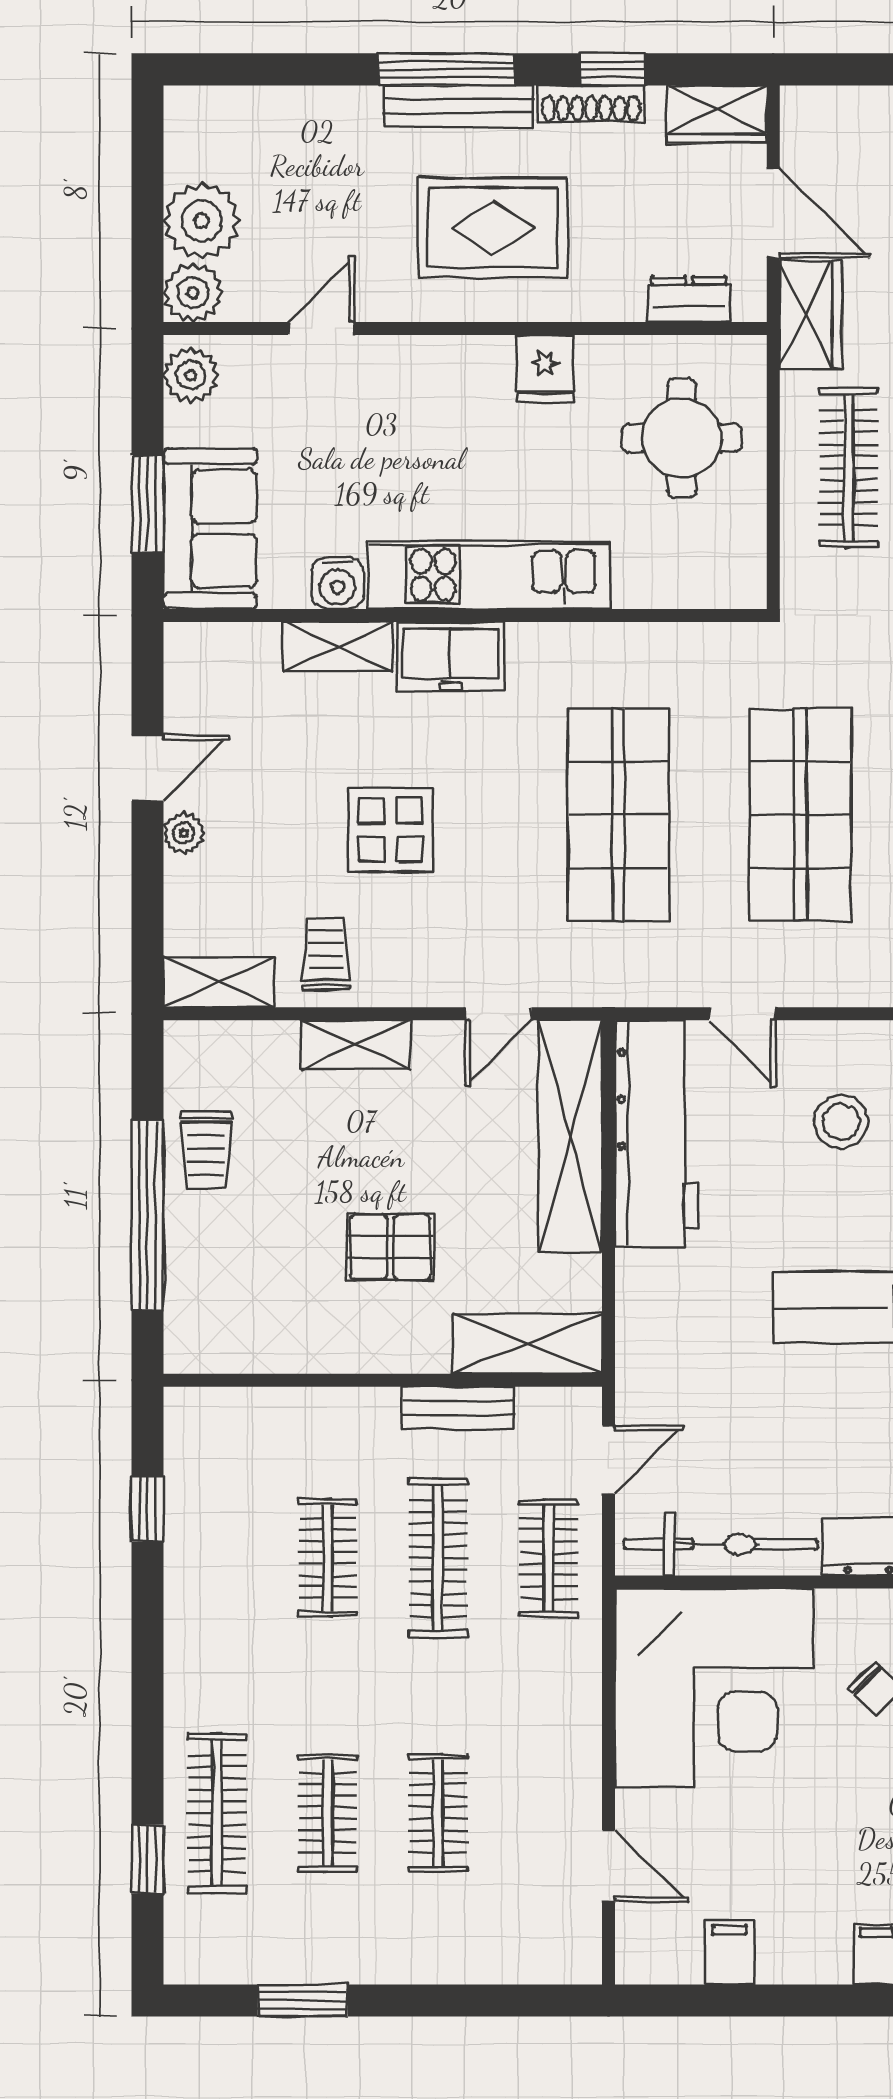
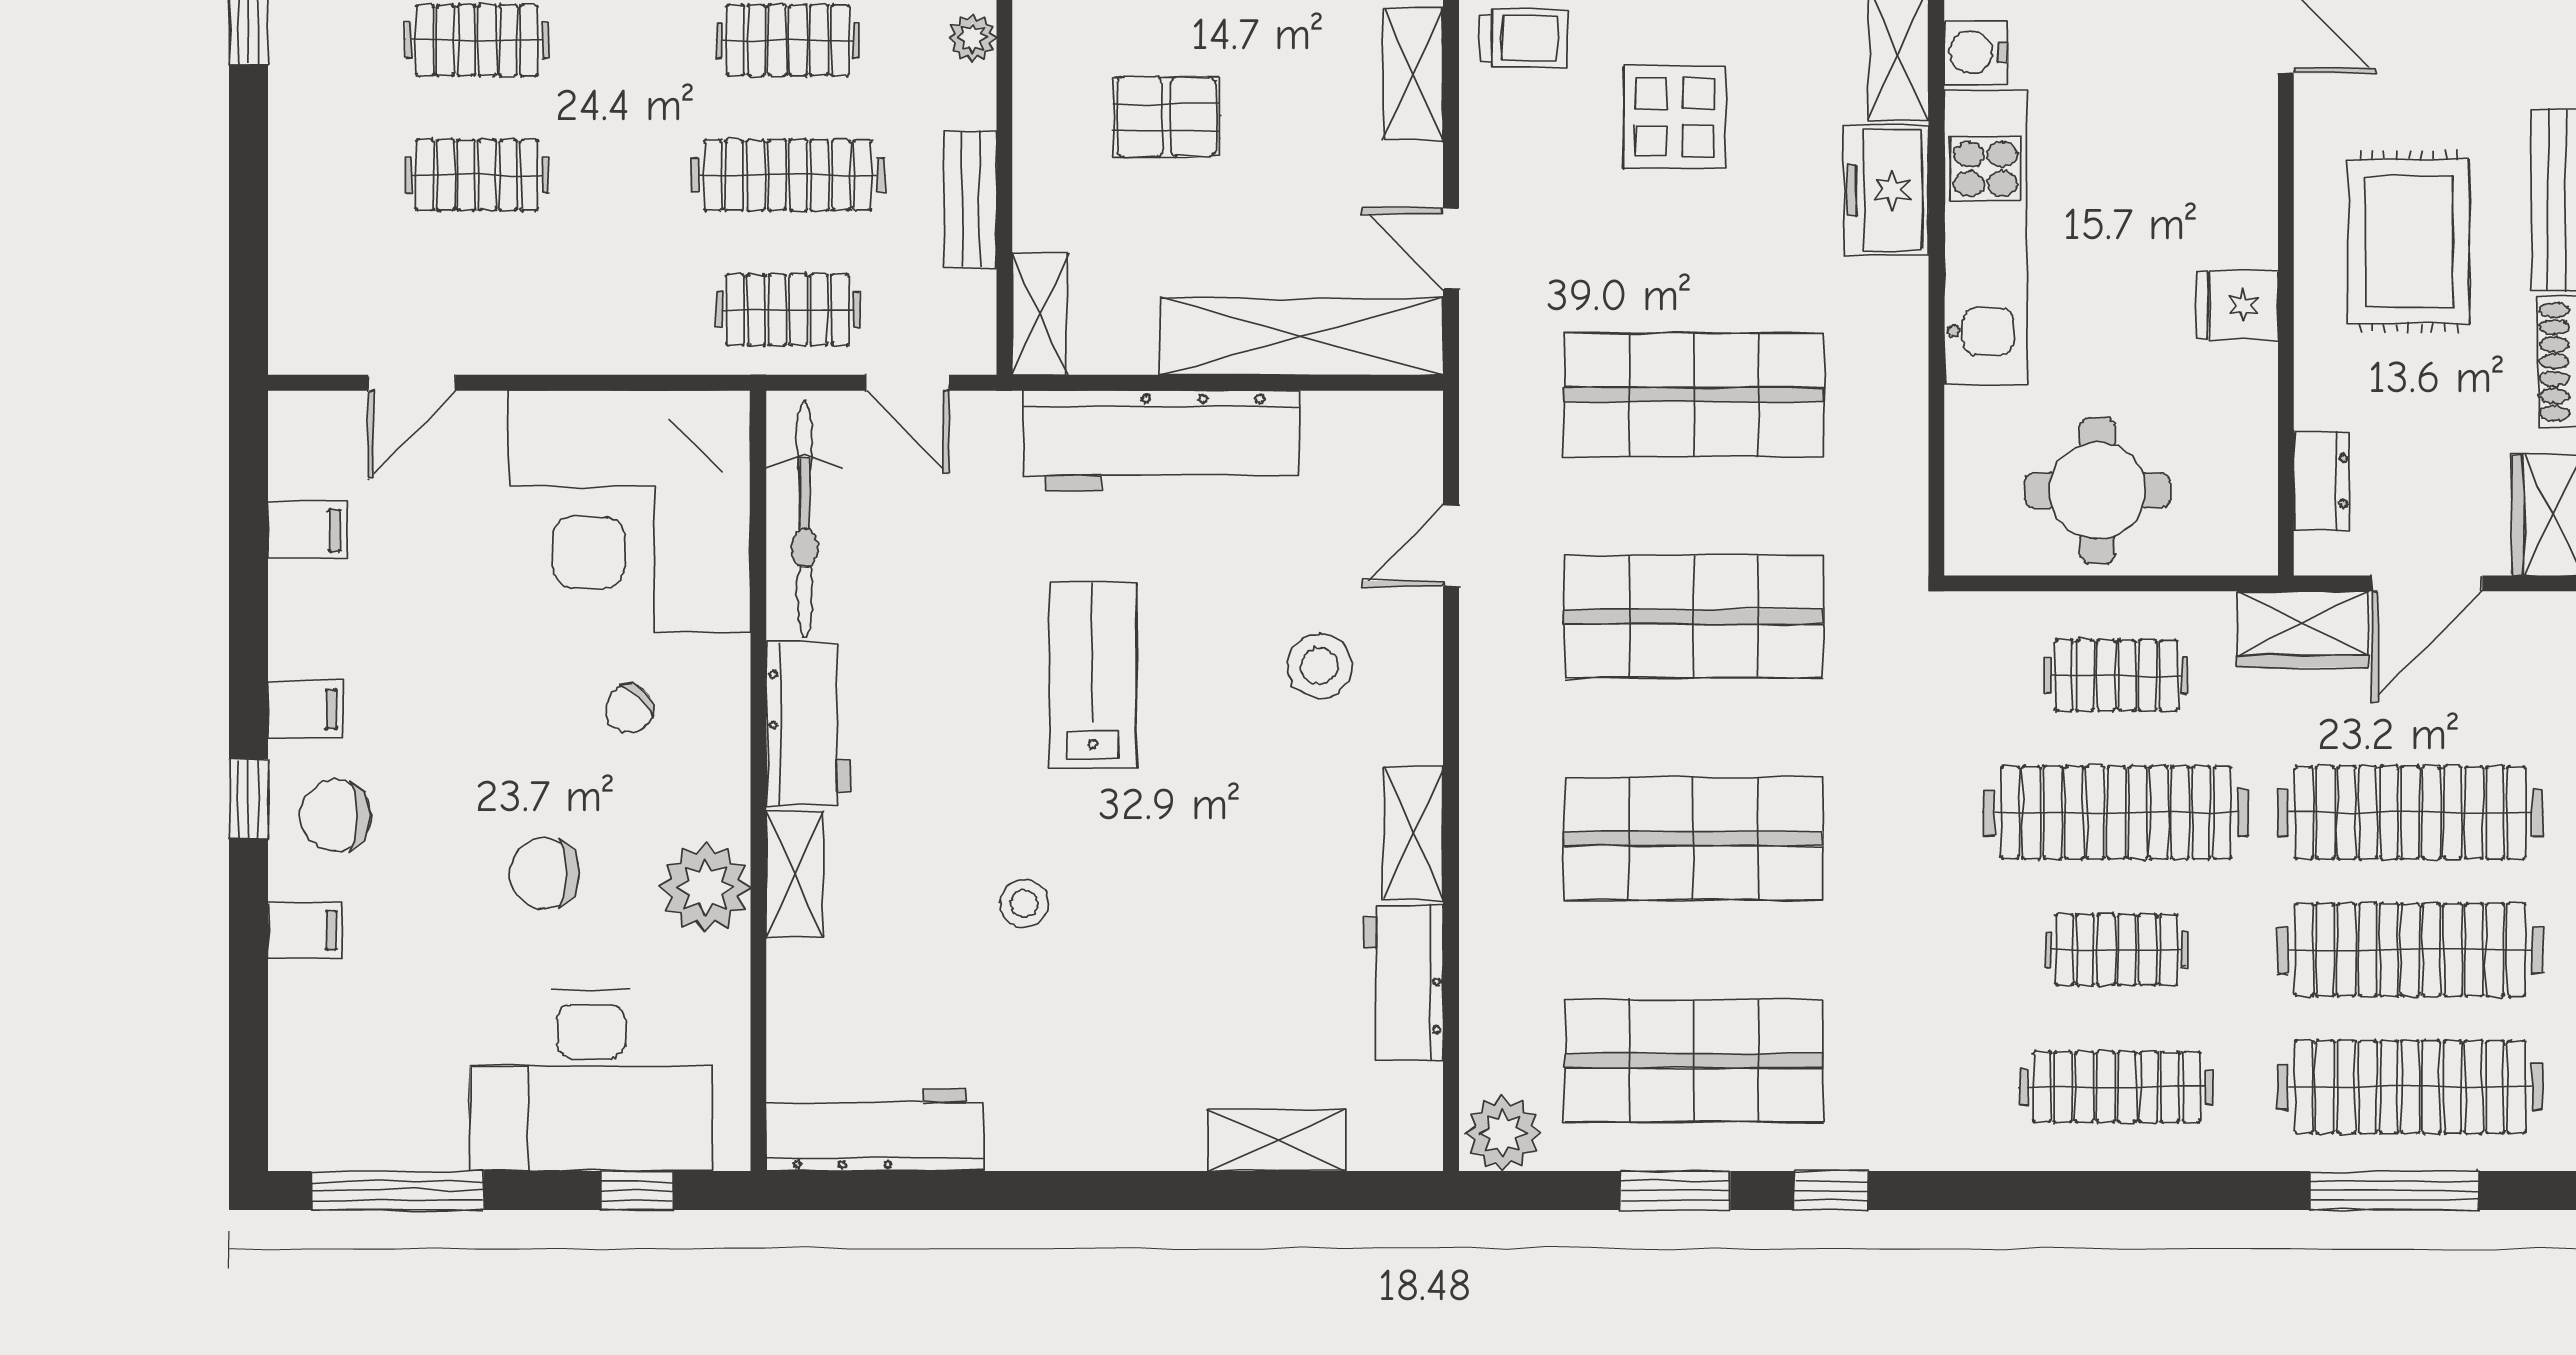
round table: (682, 438) -> (2097, 490), moved
clothes rail: (849, 468) -> (2116, 675), width x0.73
workbench: (656, 1133) -> (1161, 441), moved
pallet: (390, 1247) -> (1167, 117), turned 90
shelving: (527, 1344) -> (1040, 314), width x0.67, depth x0.75
plant: (326, 1406) -> (973, 38), added

